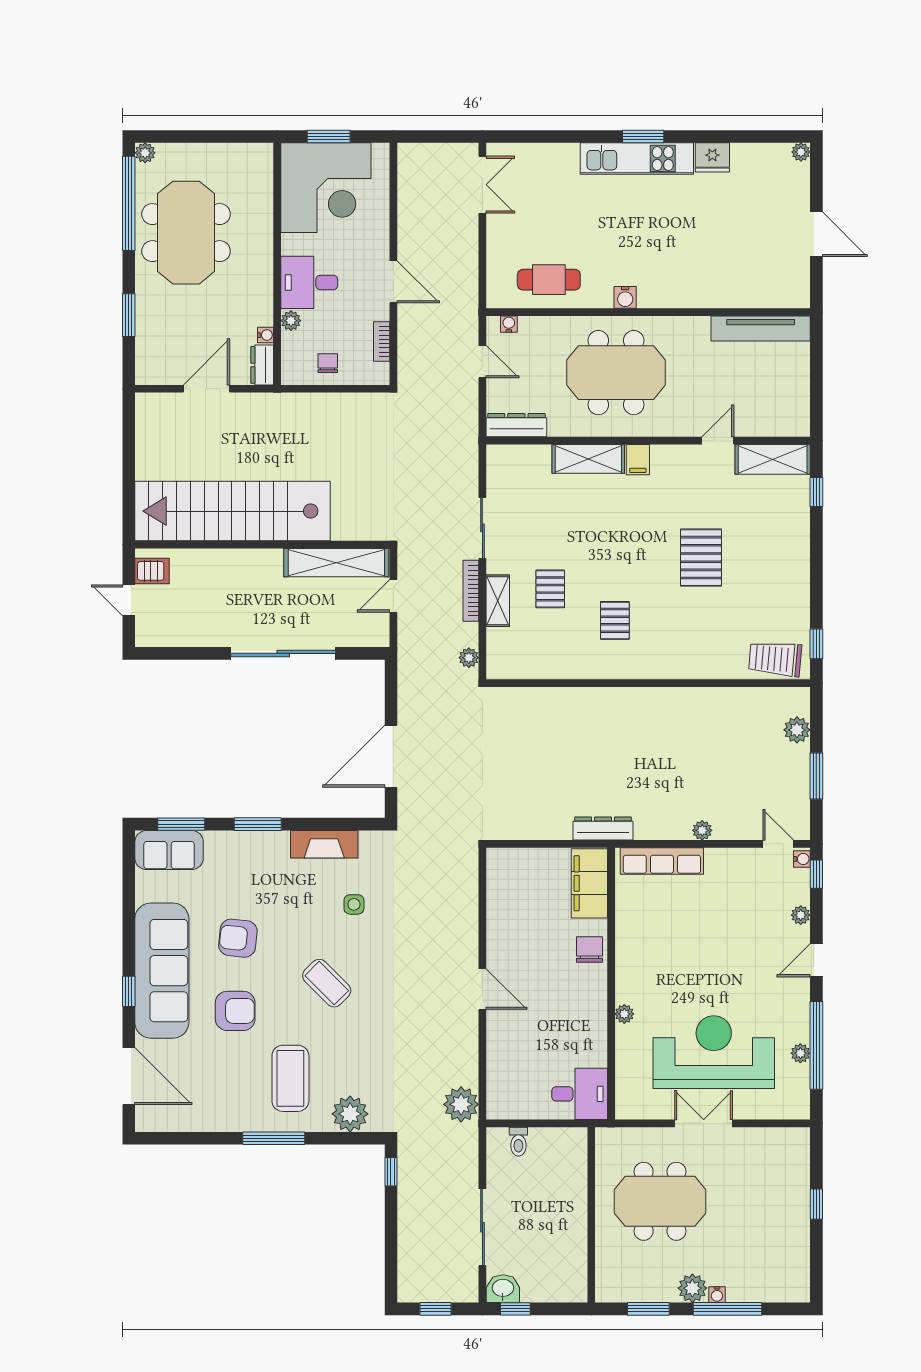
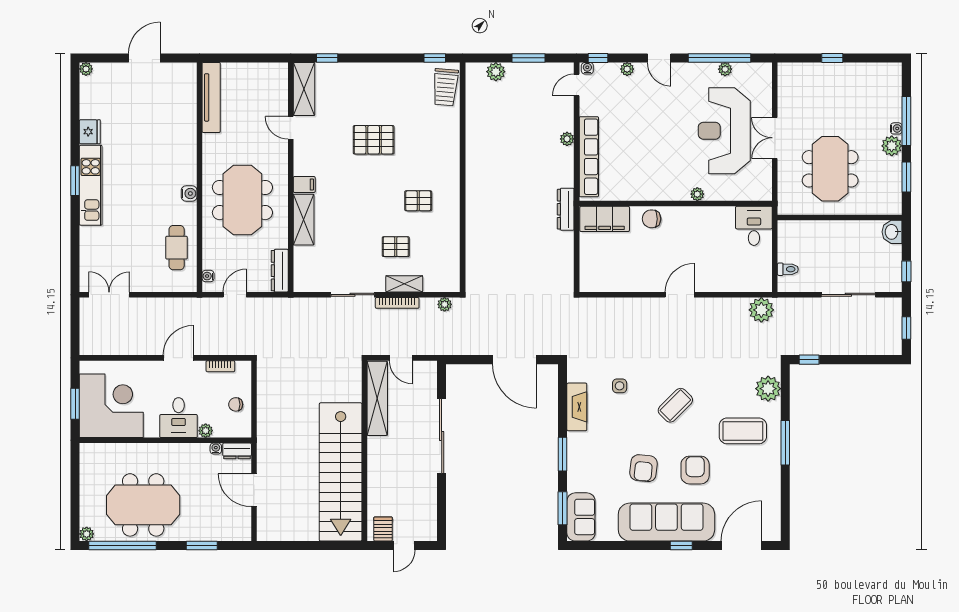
row of seats: (662, 861) -> (589, 157), width x1.36
washbasin: (503, 1289) -> (892, 232), moved

